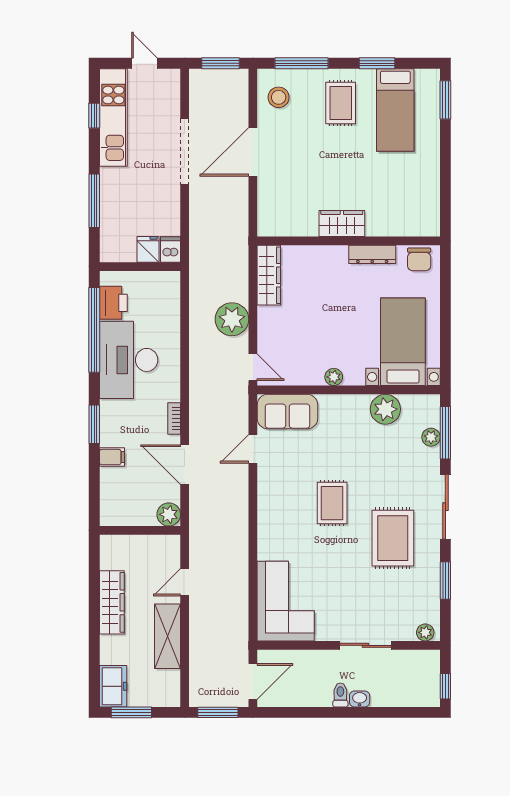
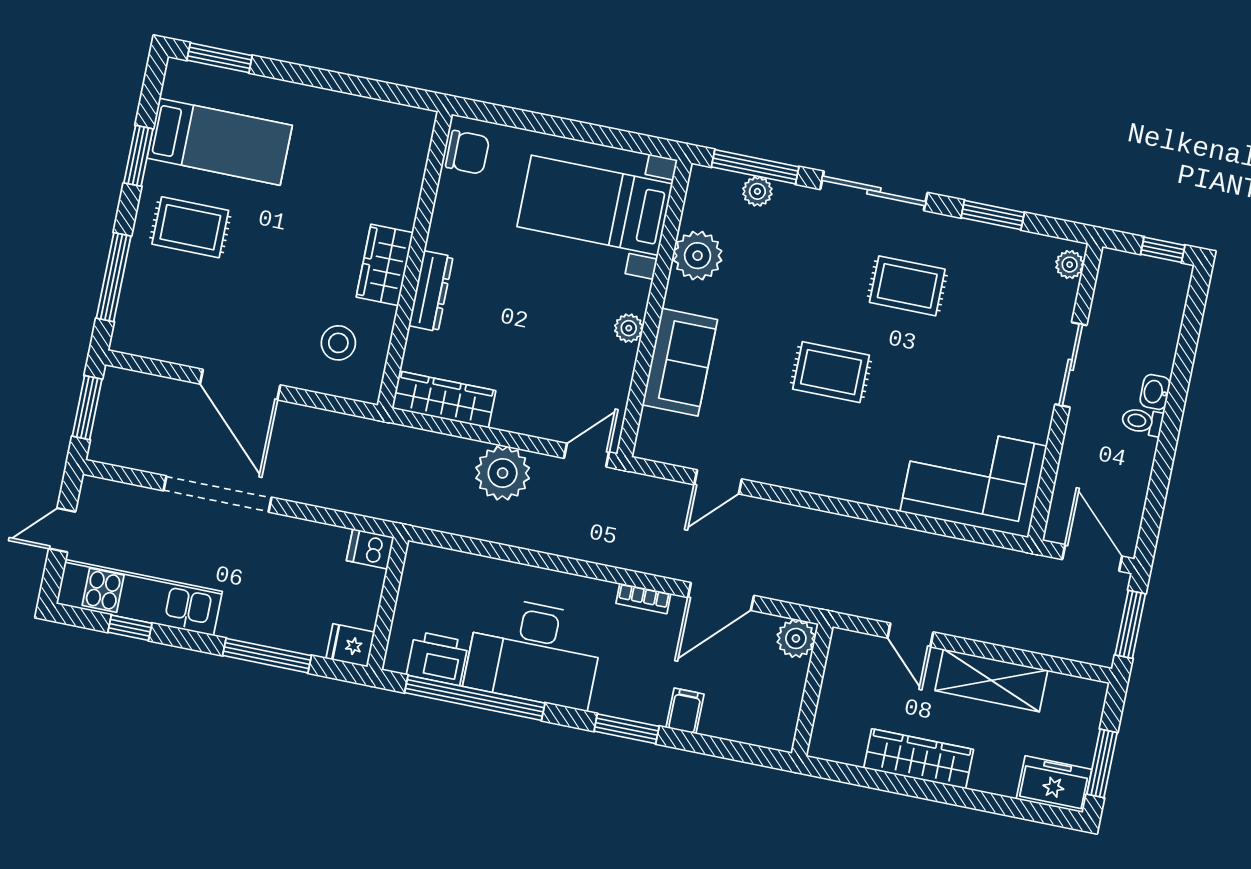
stool: (279, 97) -> (338, 343), moved
fridge: (148, 249) -> (350, 645), moved
dresser: (372, 254) -> (431, 291), moved
sofa: (287, 412) -> (680, 362), moved
door: (253, 449) -> (718, 482), hinge flipped
rug: (393, 538) -> (907, 286), width x0.73, depth x0.70

